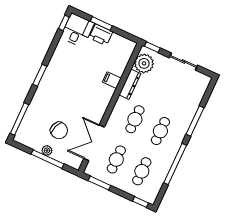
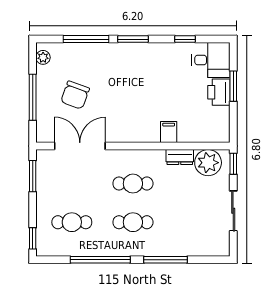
window: (64, 23) -> (185, 39), moved
dresser: (130, 84) -> (180, 157), width x0.70
window: (19, 119) -> (86, 39), moved
plant: (47, 150) -> (43, 57), moved
cafe table: (116, 159) -> (72, 184), removed

